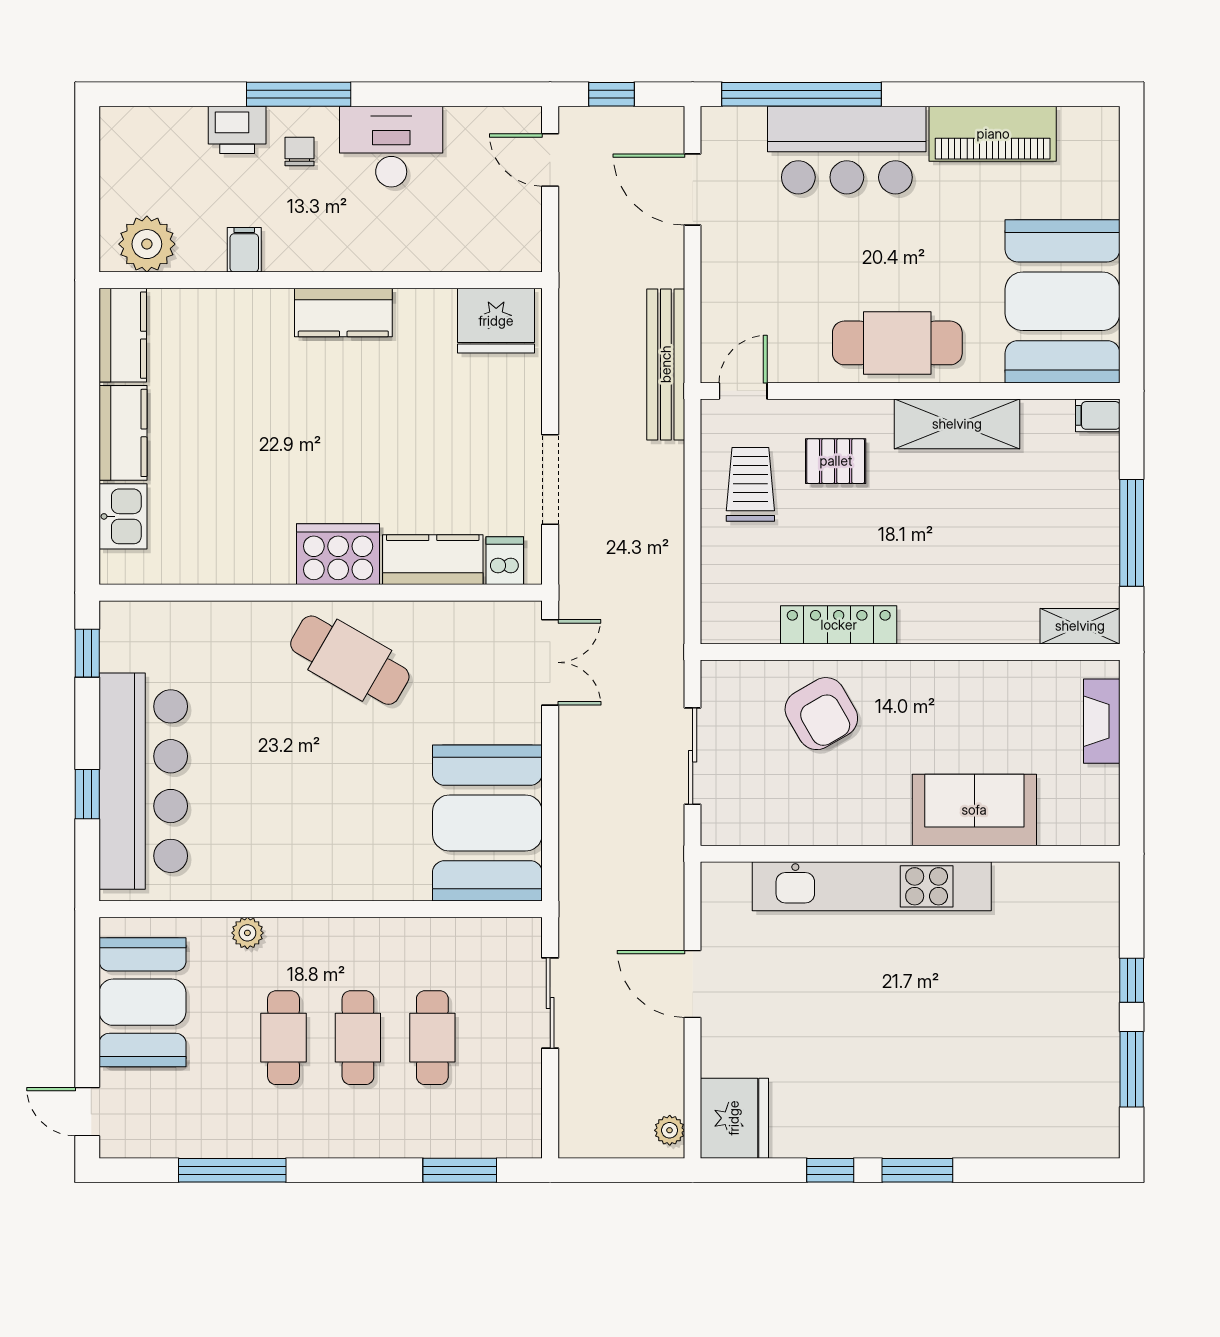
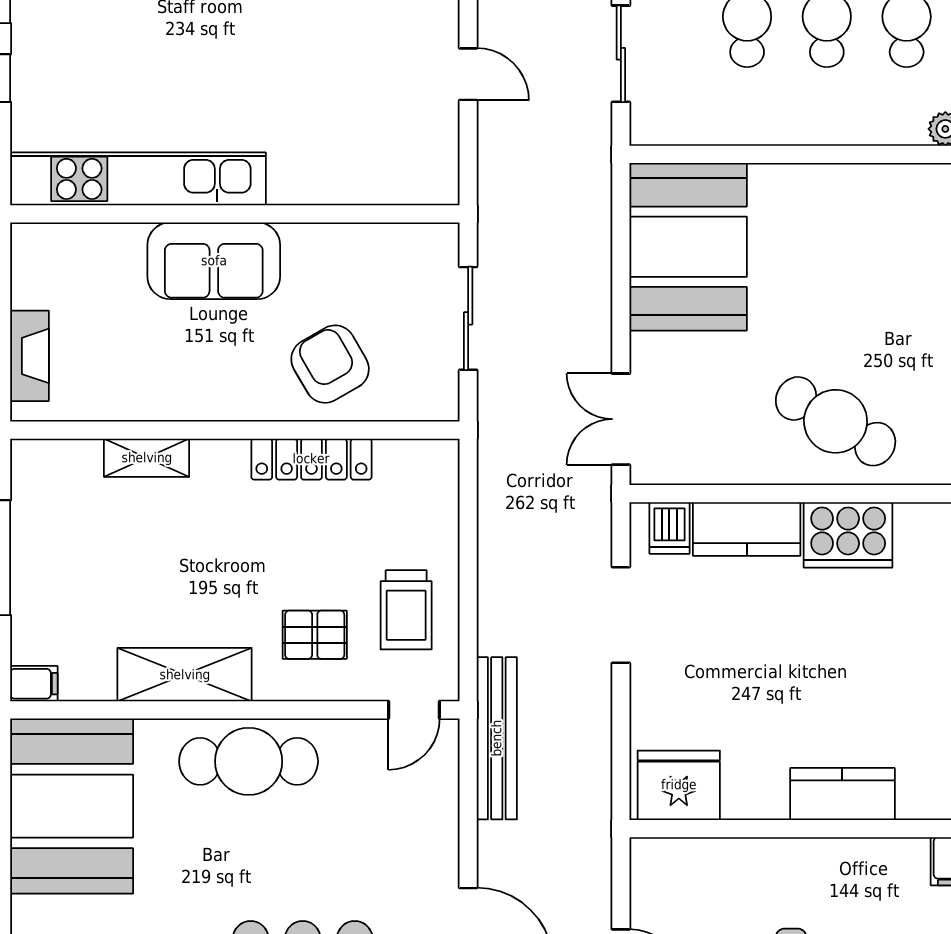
shelving: (1080, 626) -> (147, 458), moved
sofa: (974, 810) -> (214, 261), moved
kitchen unit: (872, 886) -> (138, 179), moved
door: (693, 984) -> (468, 74), width x0.73

